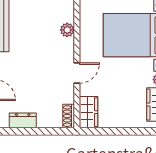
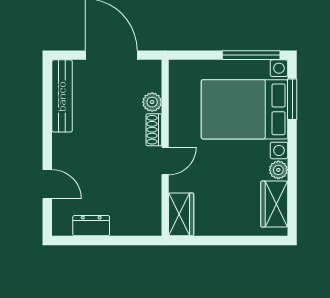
shoe rack: (69, 116) -> (154, 130), moved

